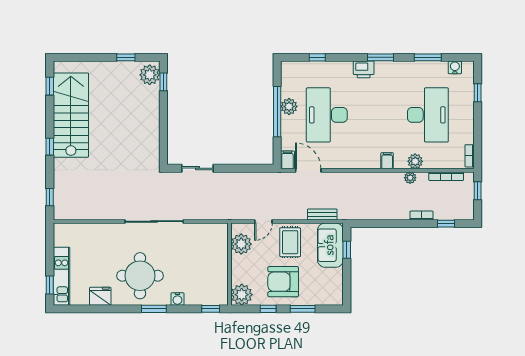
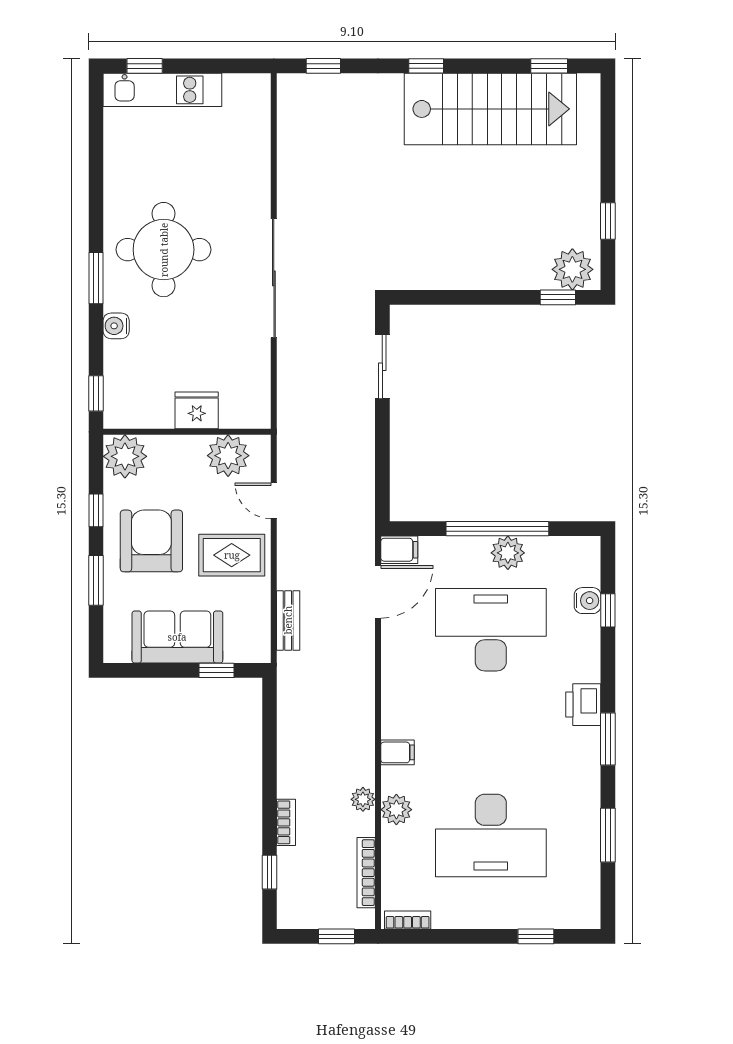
water cooler: (455, 67) -> (588, 601), moved
sofa: (330, 245) -> (177, 637), moved
fridge: (100, 296) -> (197, 410), moved, turned -90

